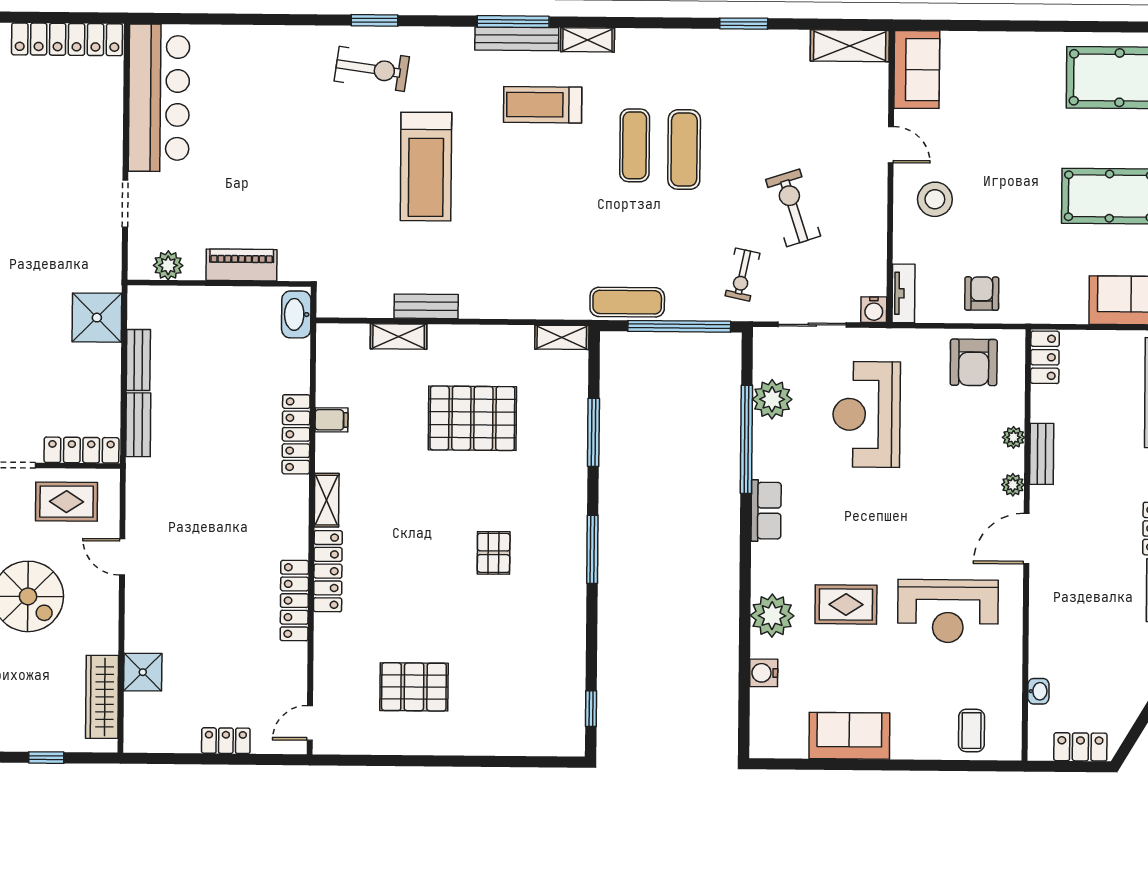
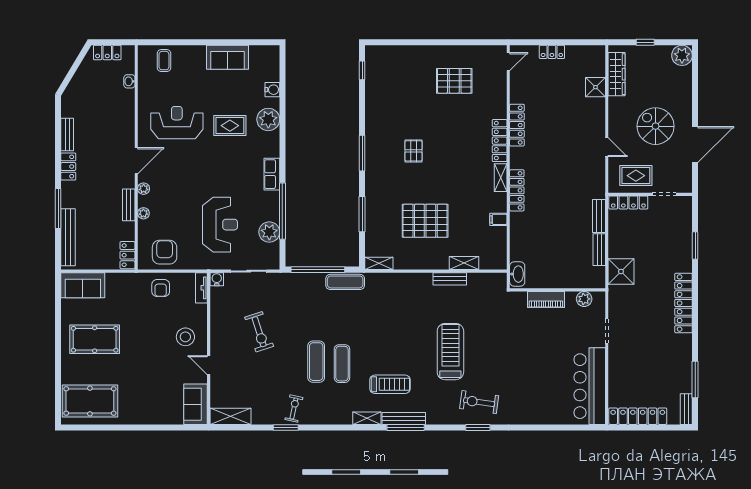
exercise bike: (742, 275) -> (294, 409), moved
locker: (296, 434) -> (517, 190), moved

